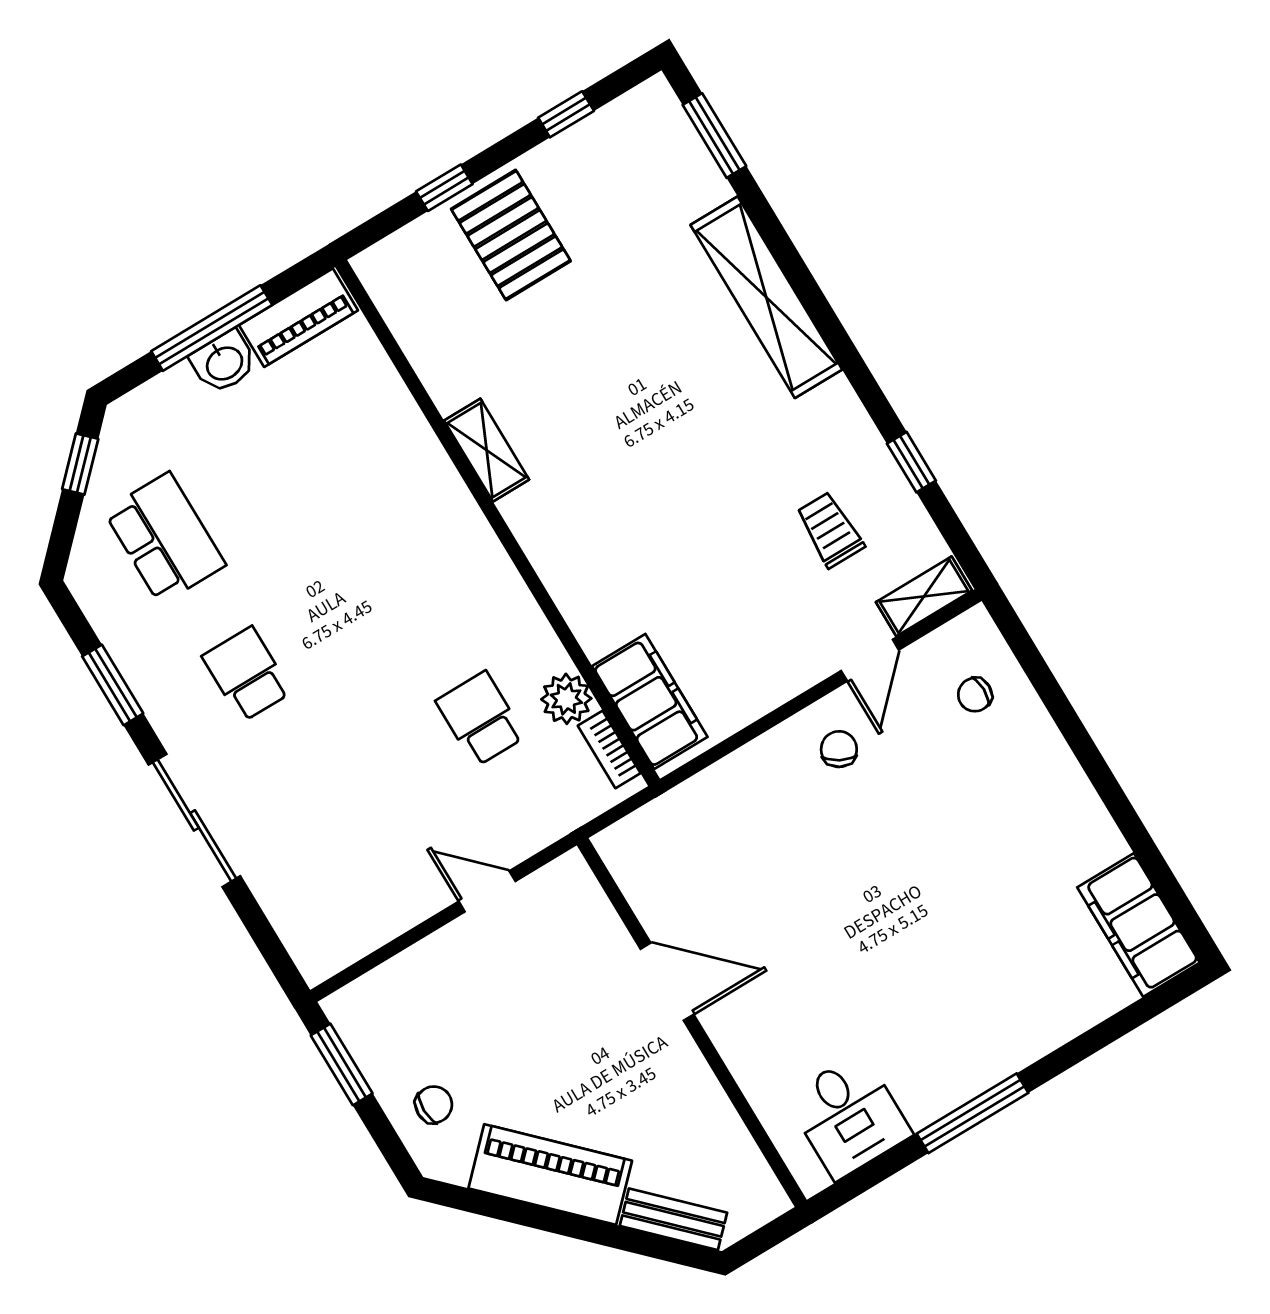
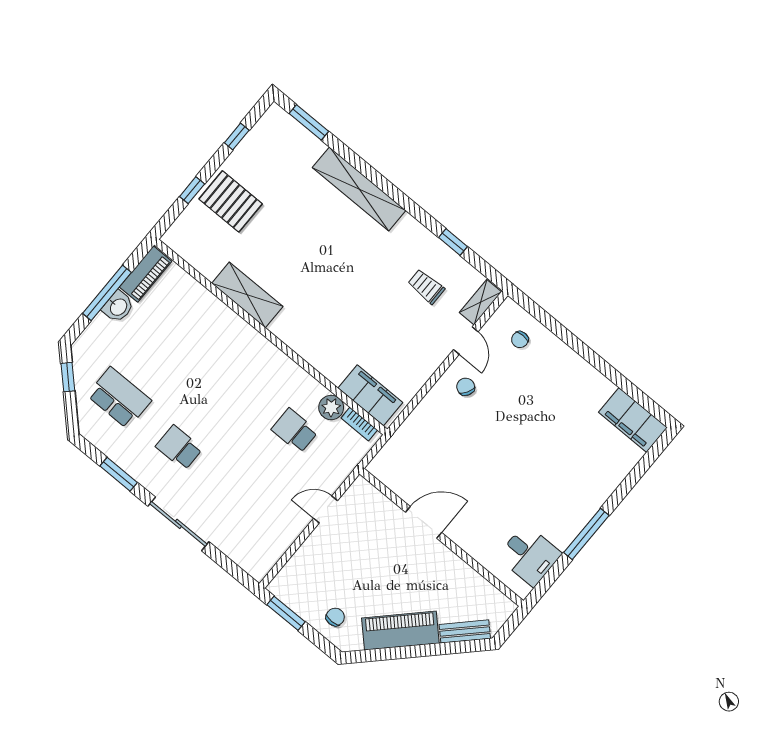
shelving: (487, 450) -> (247, 295), width x1.50, depth x1.33

